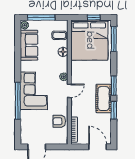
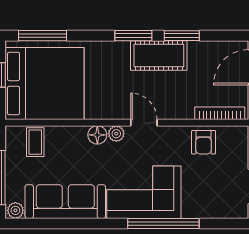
sofa: (29, 45) -> (65, 202), width x1.36
floor lamp: (63, 52) -> (97, 135), moved

